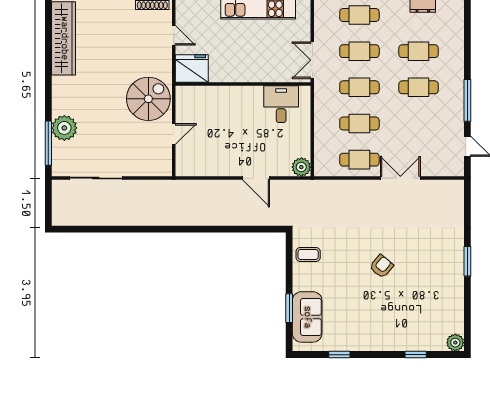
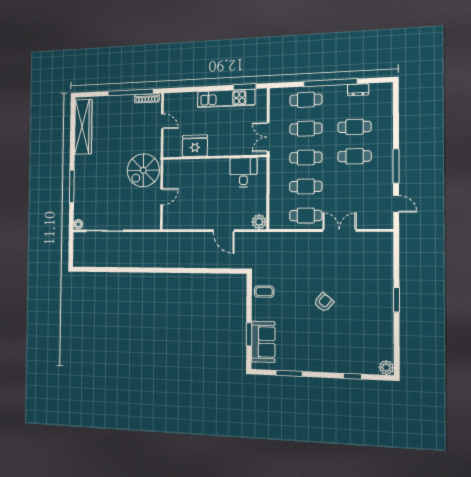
fridge: (192, 68) -> (195, 146), moved
spiral stairs: (148, 99) -> (143, 170), turned 180
plant: (64, 128) -> (78, 224), moved, width x0.53, depth x0.53
window: (48, 143) -> (72, 186), moved
window: (339, 355) -> (289, 373), width x1.50

